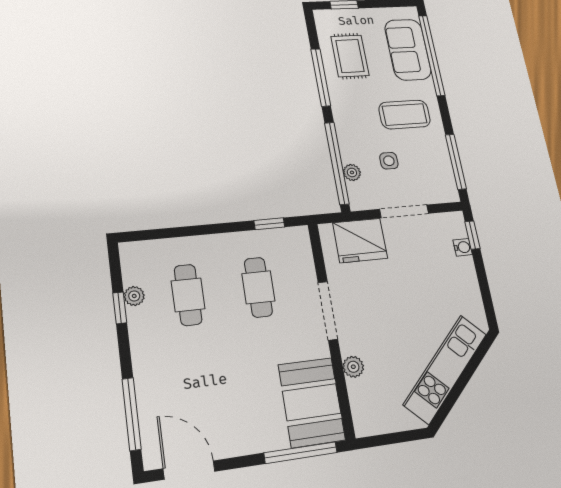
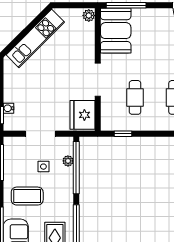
fridge: (360, 240) -> (82, 115), moved, turned -90
plant: (353, 367) -> (89, 15), moved

